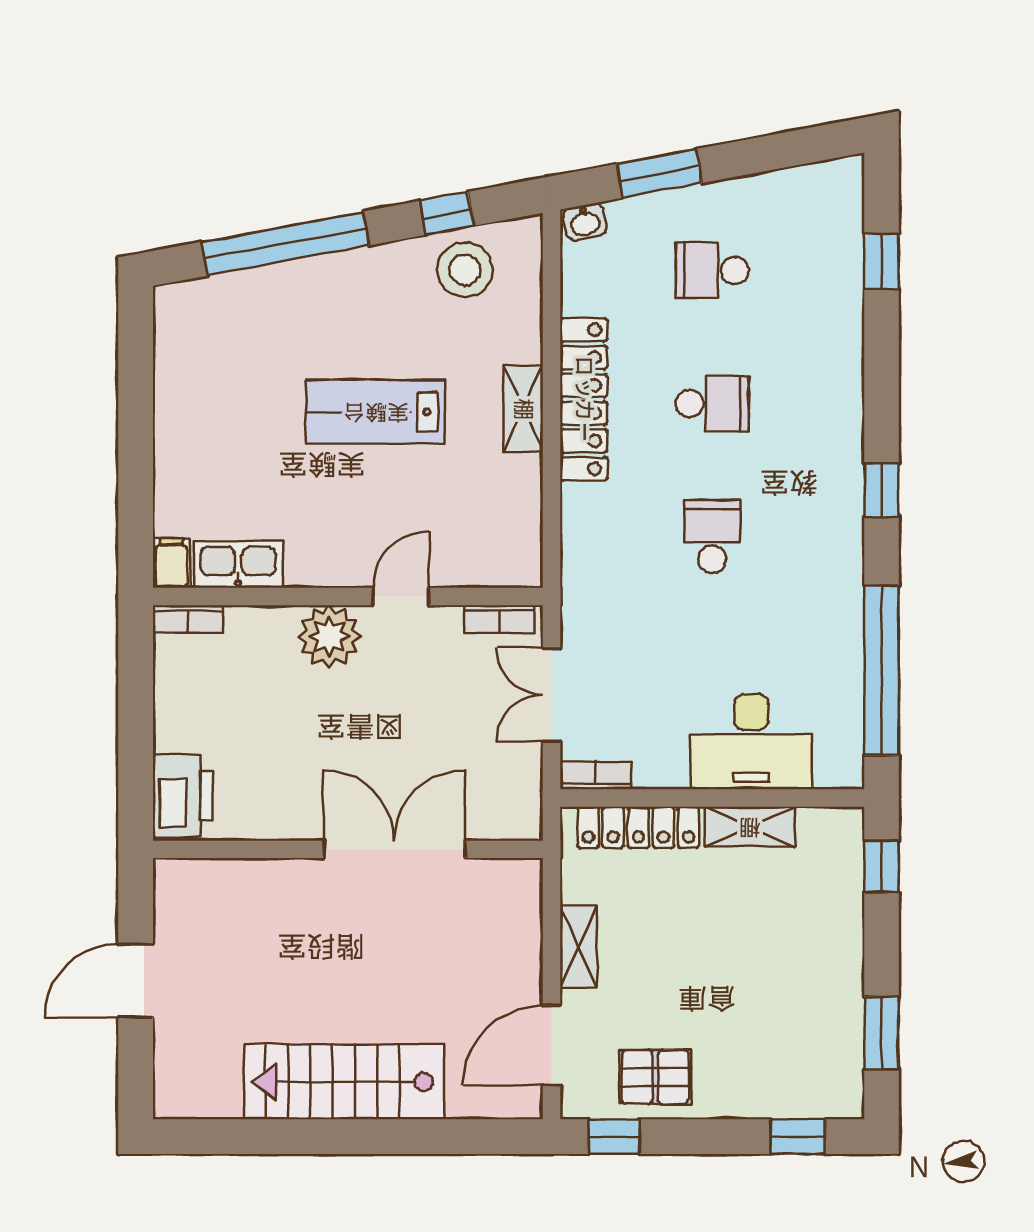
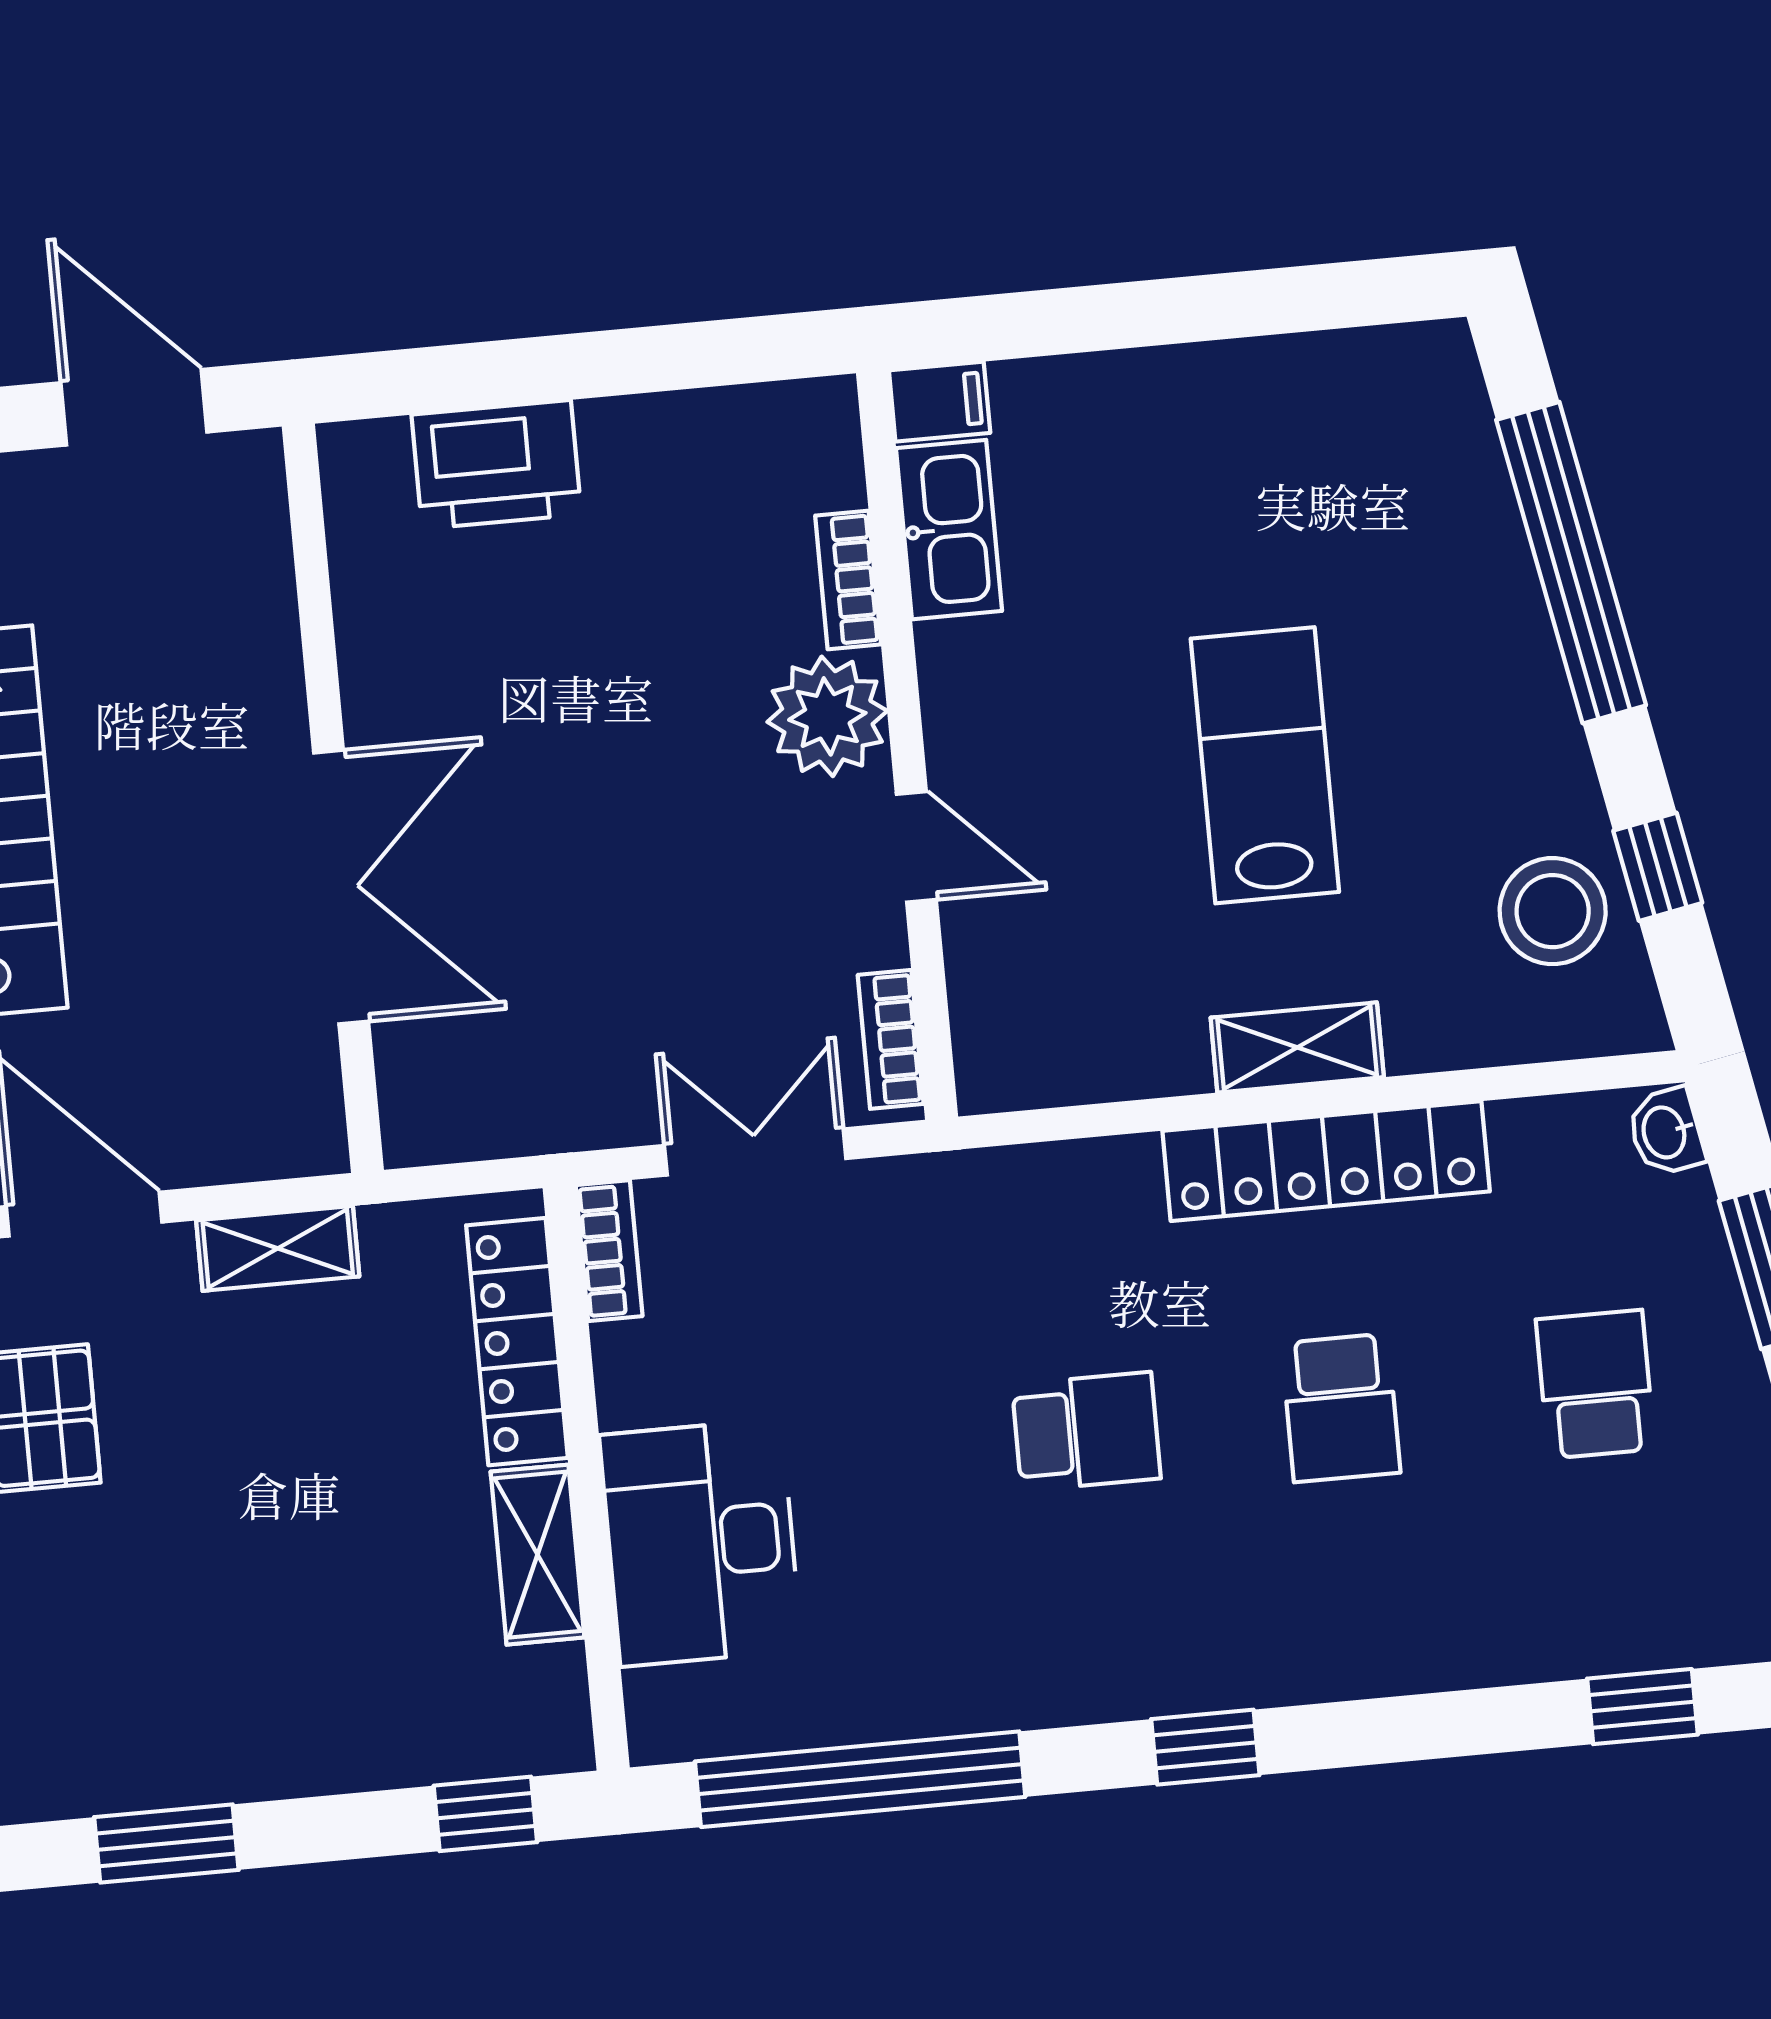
bookcase: (188, 619) -> (848, 580), moved
wall: (348, 849) -> (333, 798), moved
double door: (394, 849) -> (341, 887), moved

